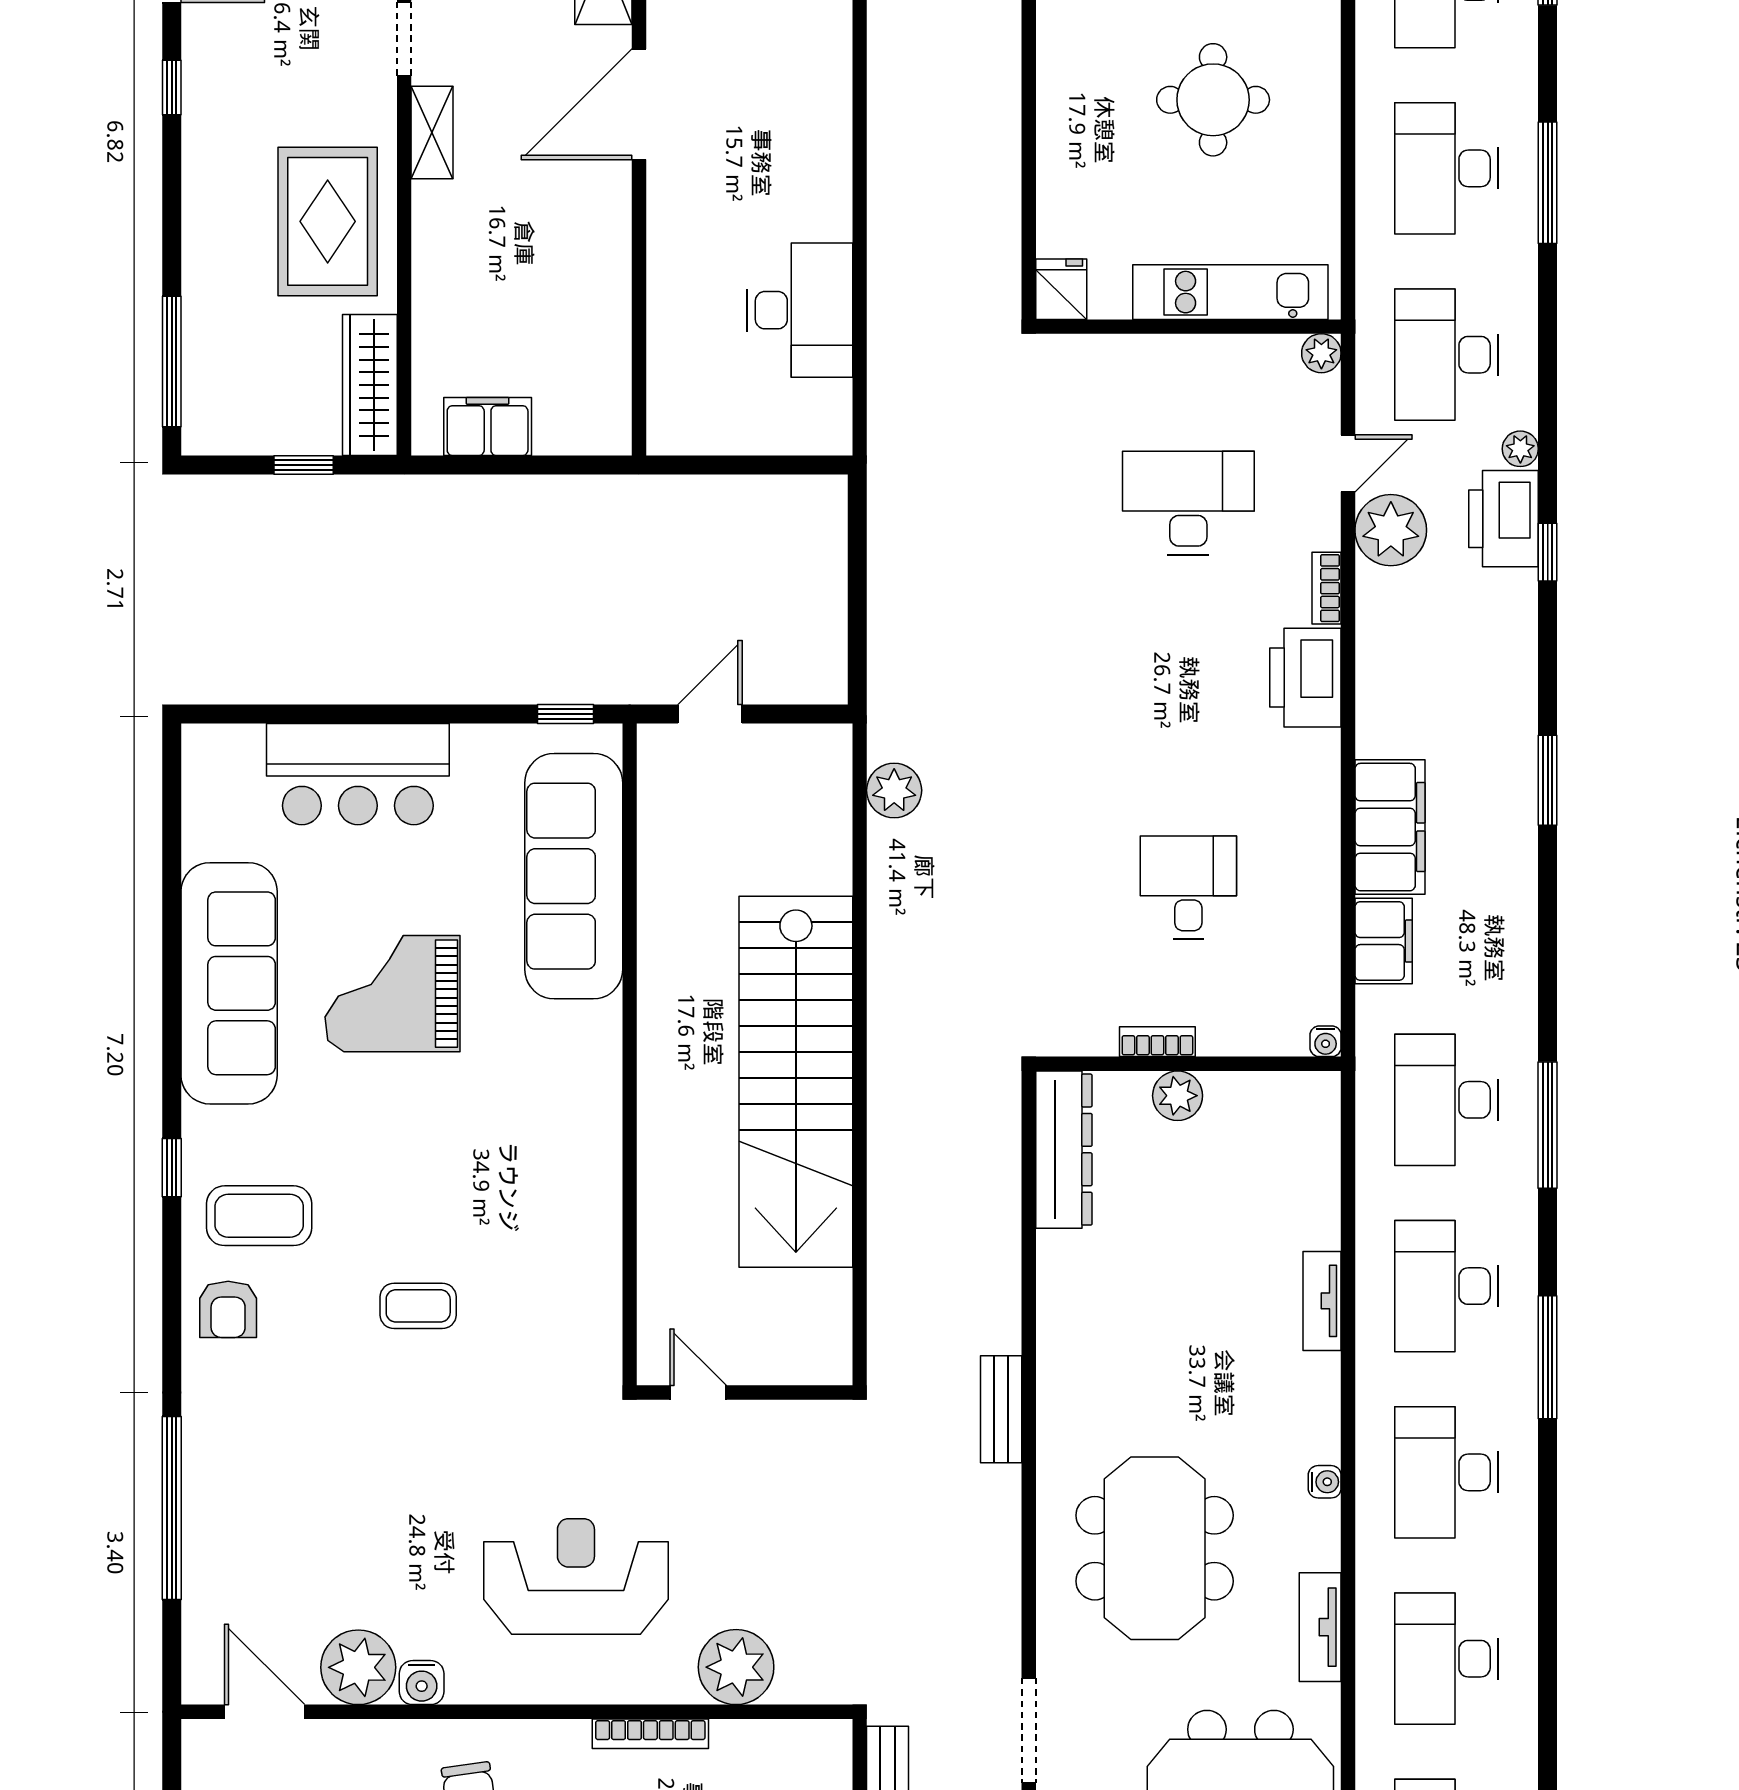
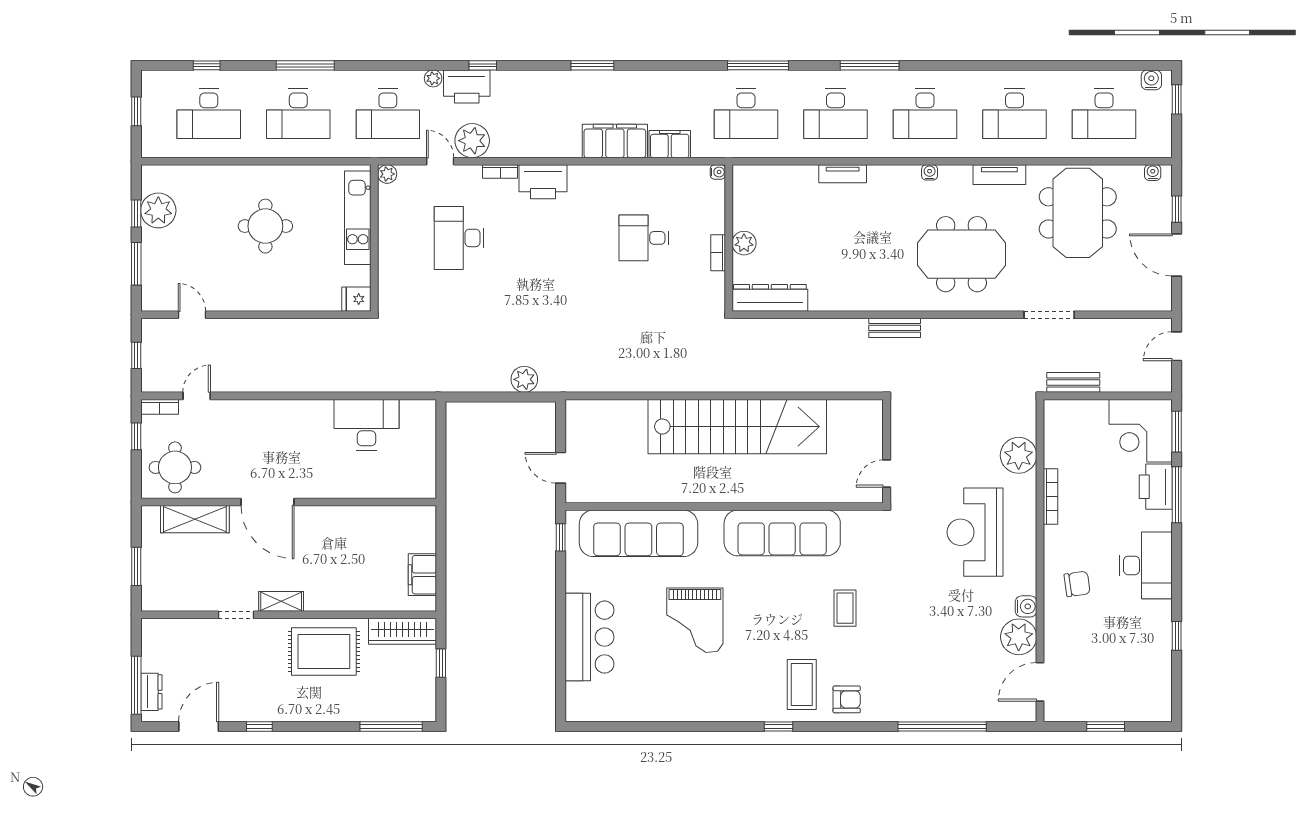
plant: (894, 790) -> (524, 379), moved
sofa: (229, 983) -> (782, 533), moved, turned 180

